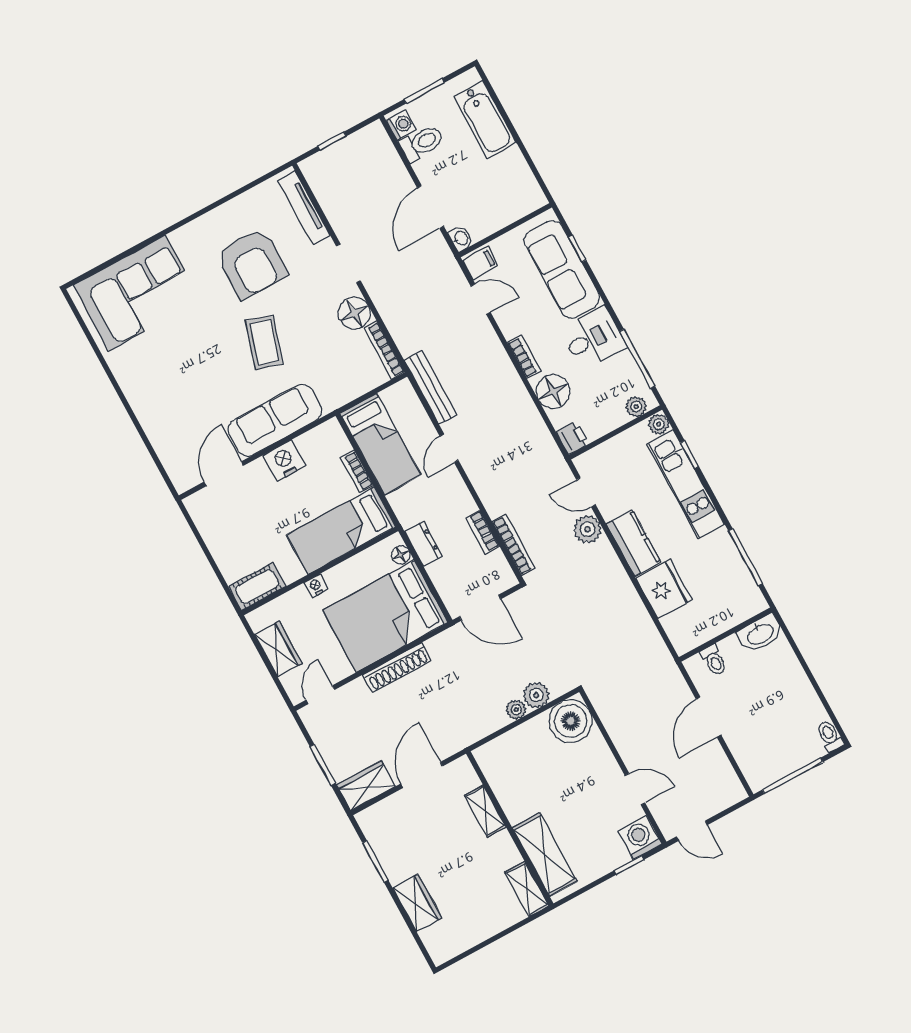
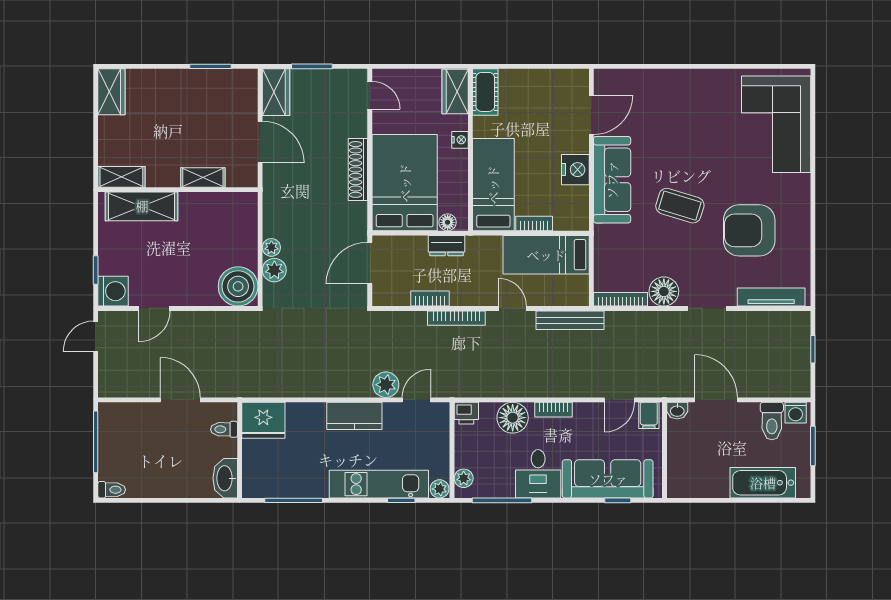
door: (224, 474) -> (591, 115), hinge flipped
bookcase: (514, 545) -> (456, 318), moved
fridge: (664, 589) -> (263, 420), moved
wardrobe: (278, 649) -> (455, 92), moved, turned 90
wardrobe: (417, 903) -> (111, 92), moved, turned -90

